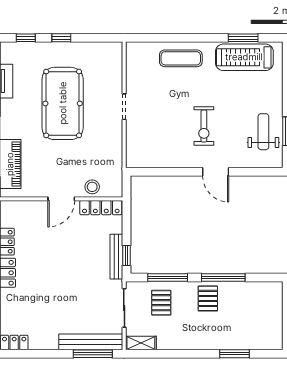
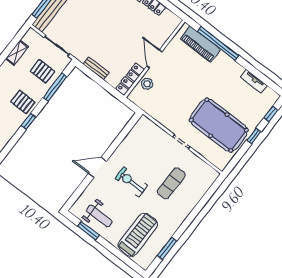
treadmill: (244, 57) -> (138, 235), moved
exercise mat: (181, 58) -> (171, 183), moved
pool table: (63, 103) -> (219, 125), moved
window: (126, 255) -> (88, 72), removed
bench: (116, 257) -> (96, 68), width x0.73
window: (223, 277) -> (28, 121), width x0.46
shelving: (141, 343) -> (17, 53), moved

